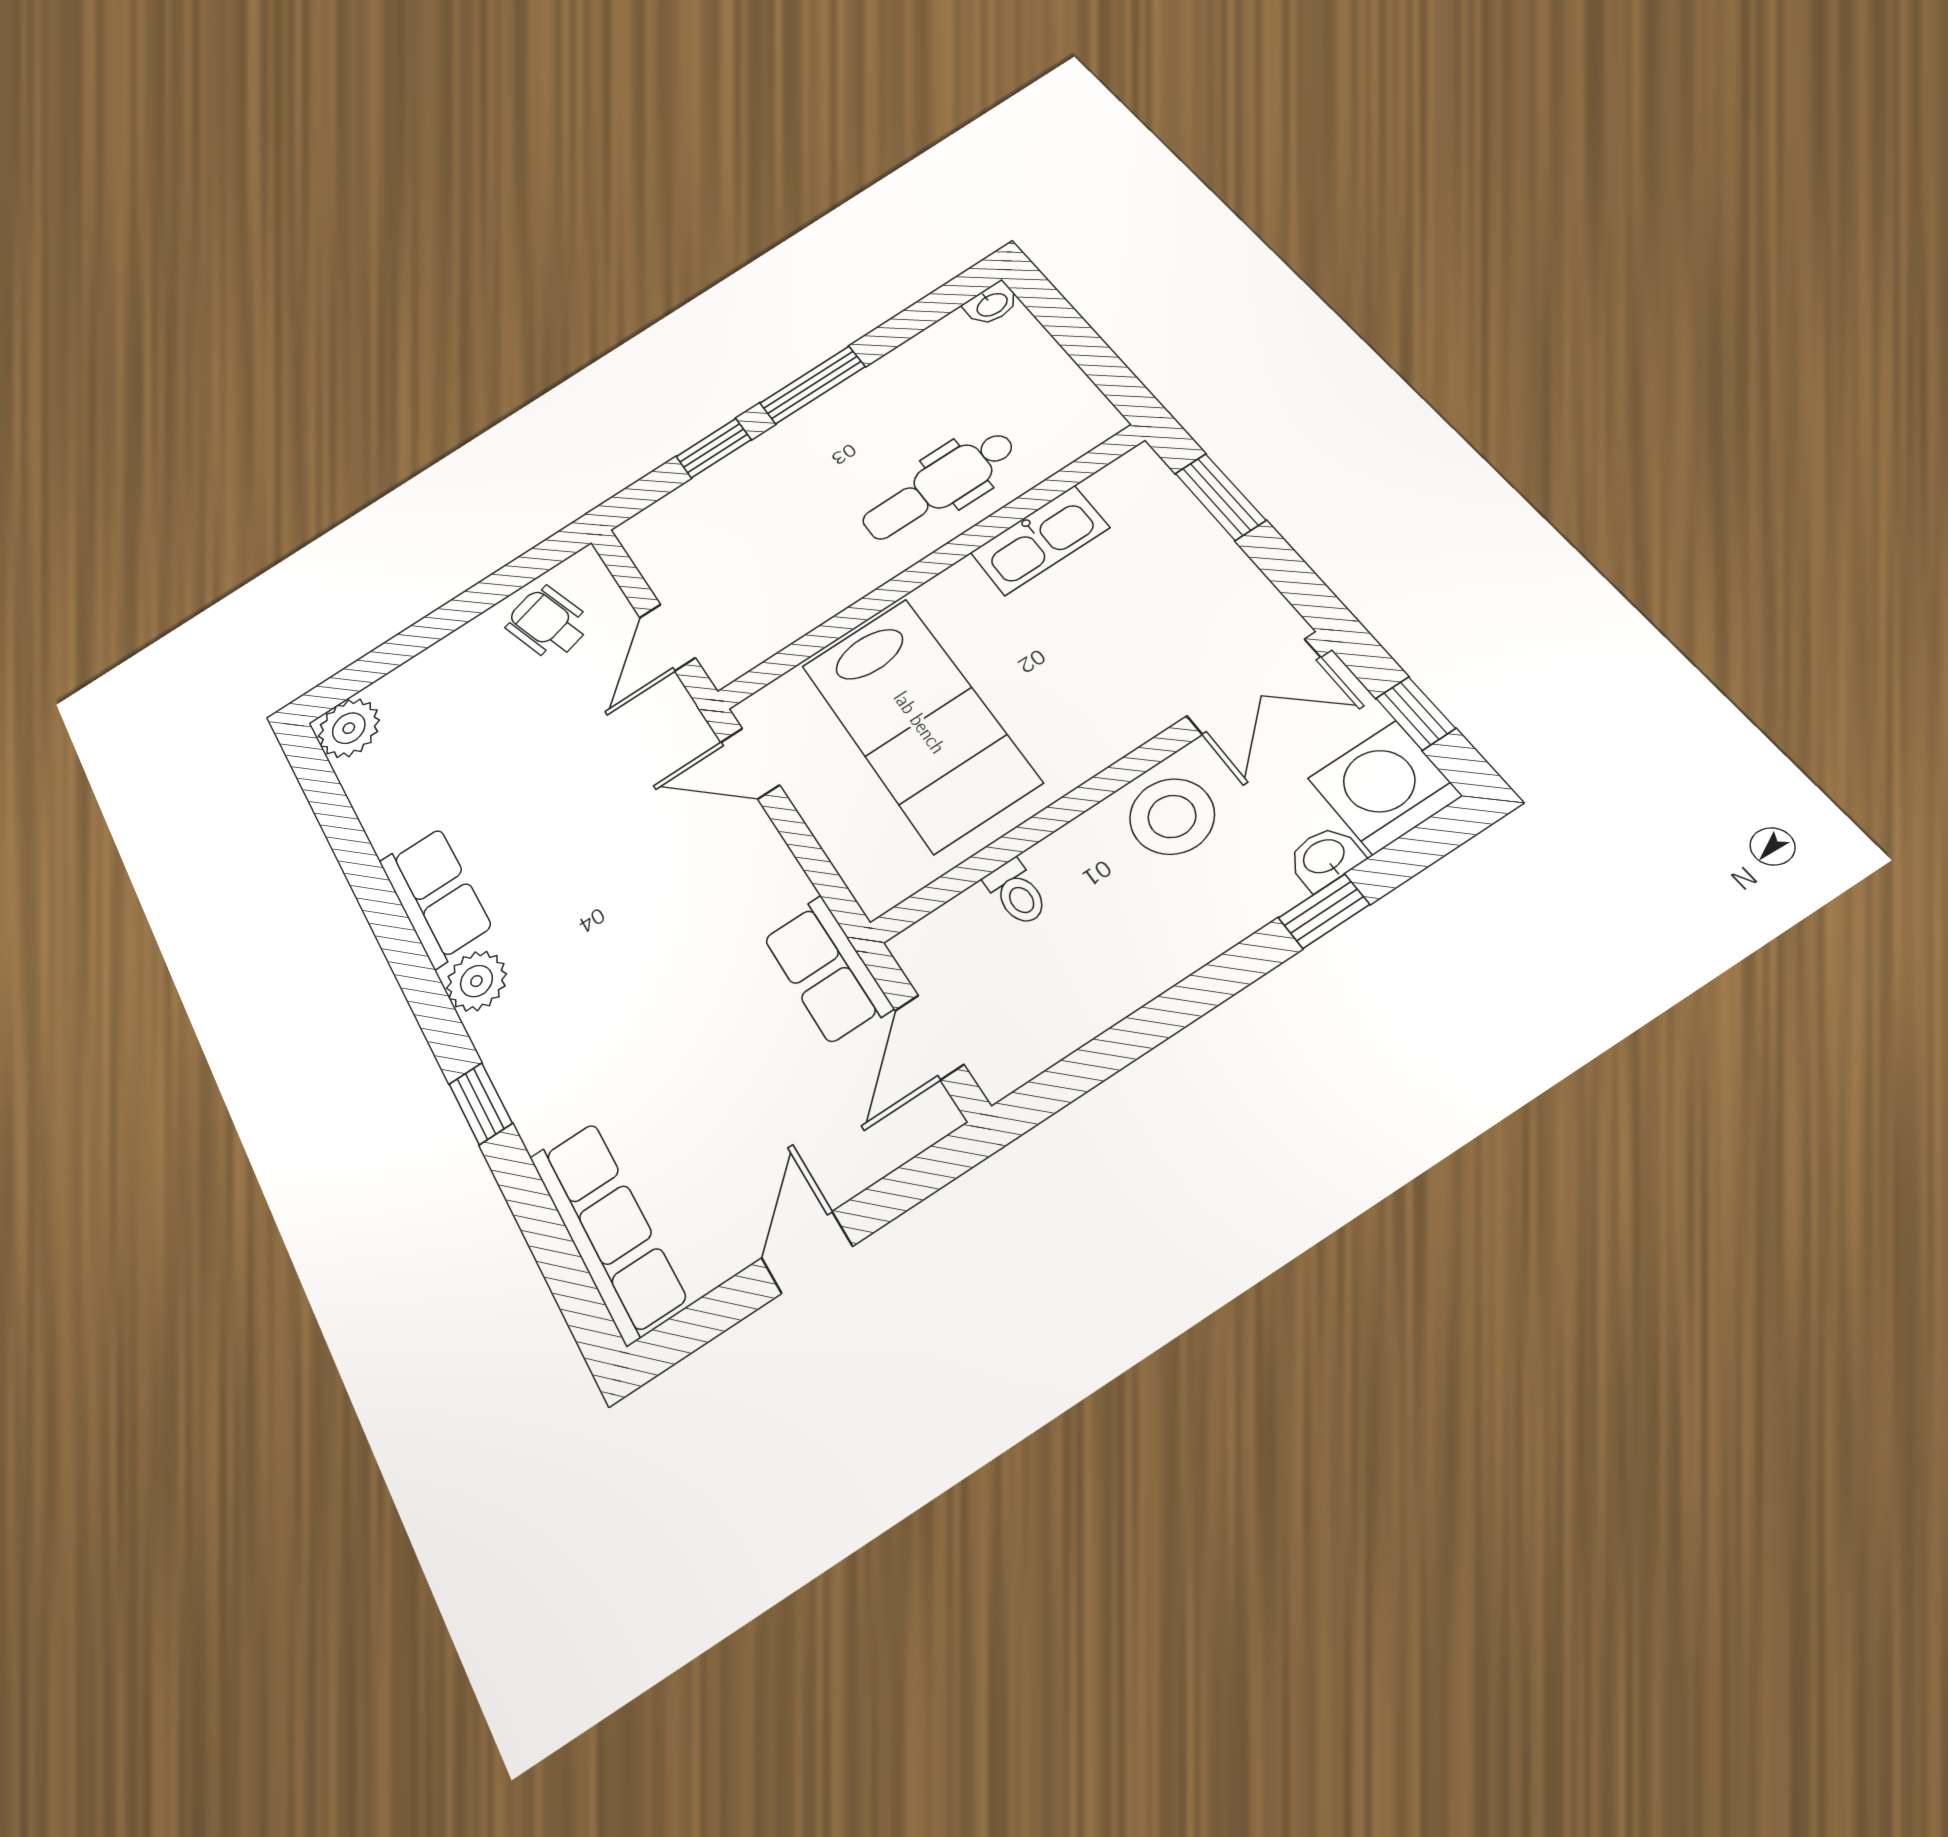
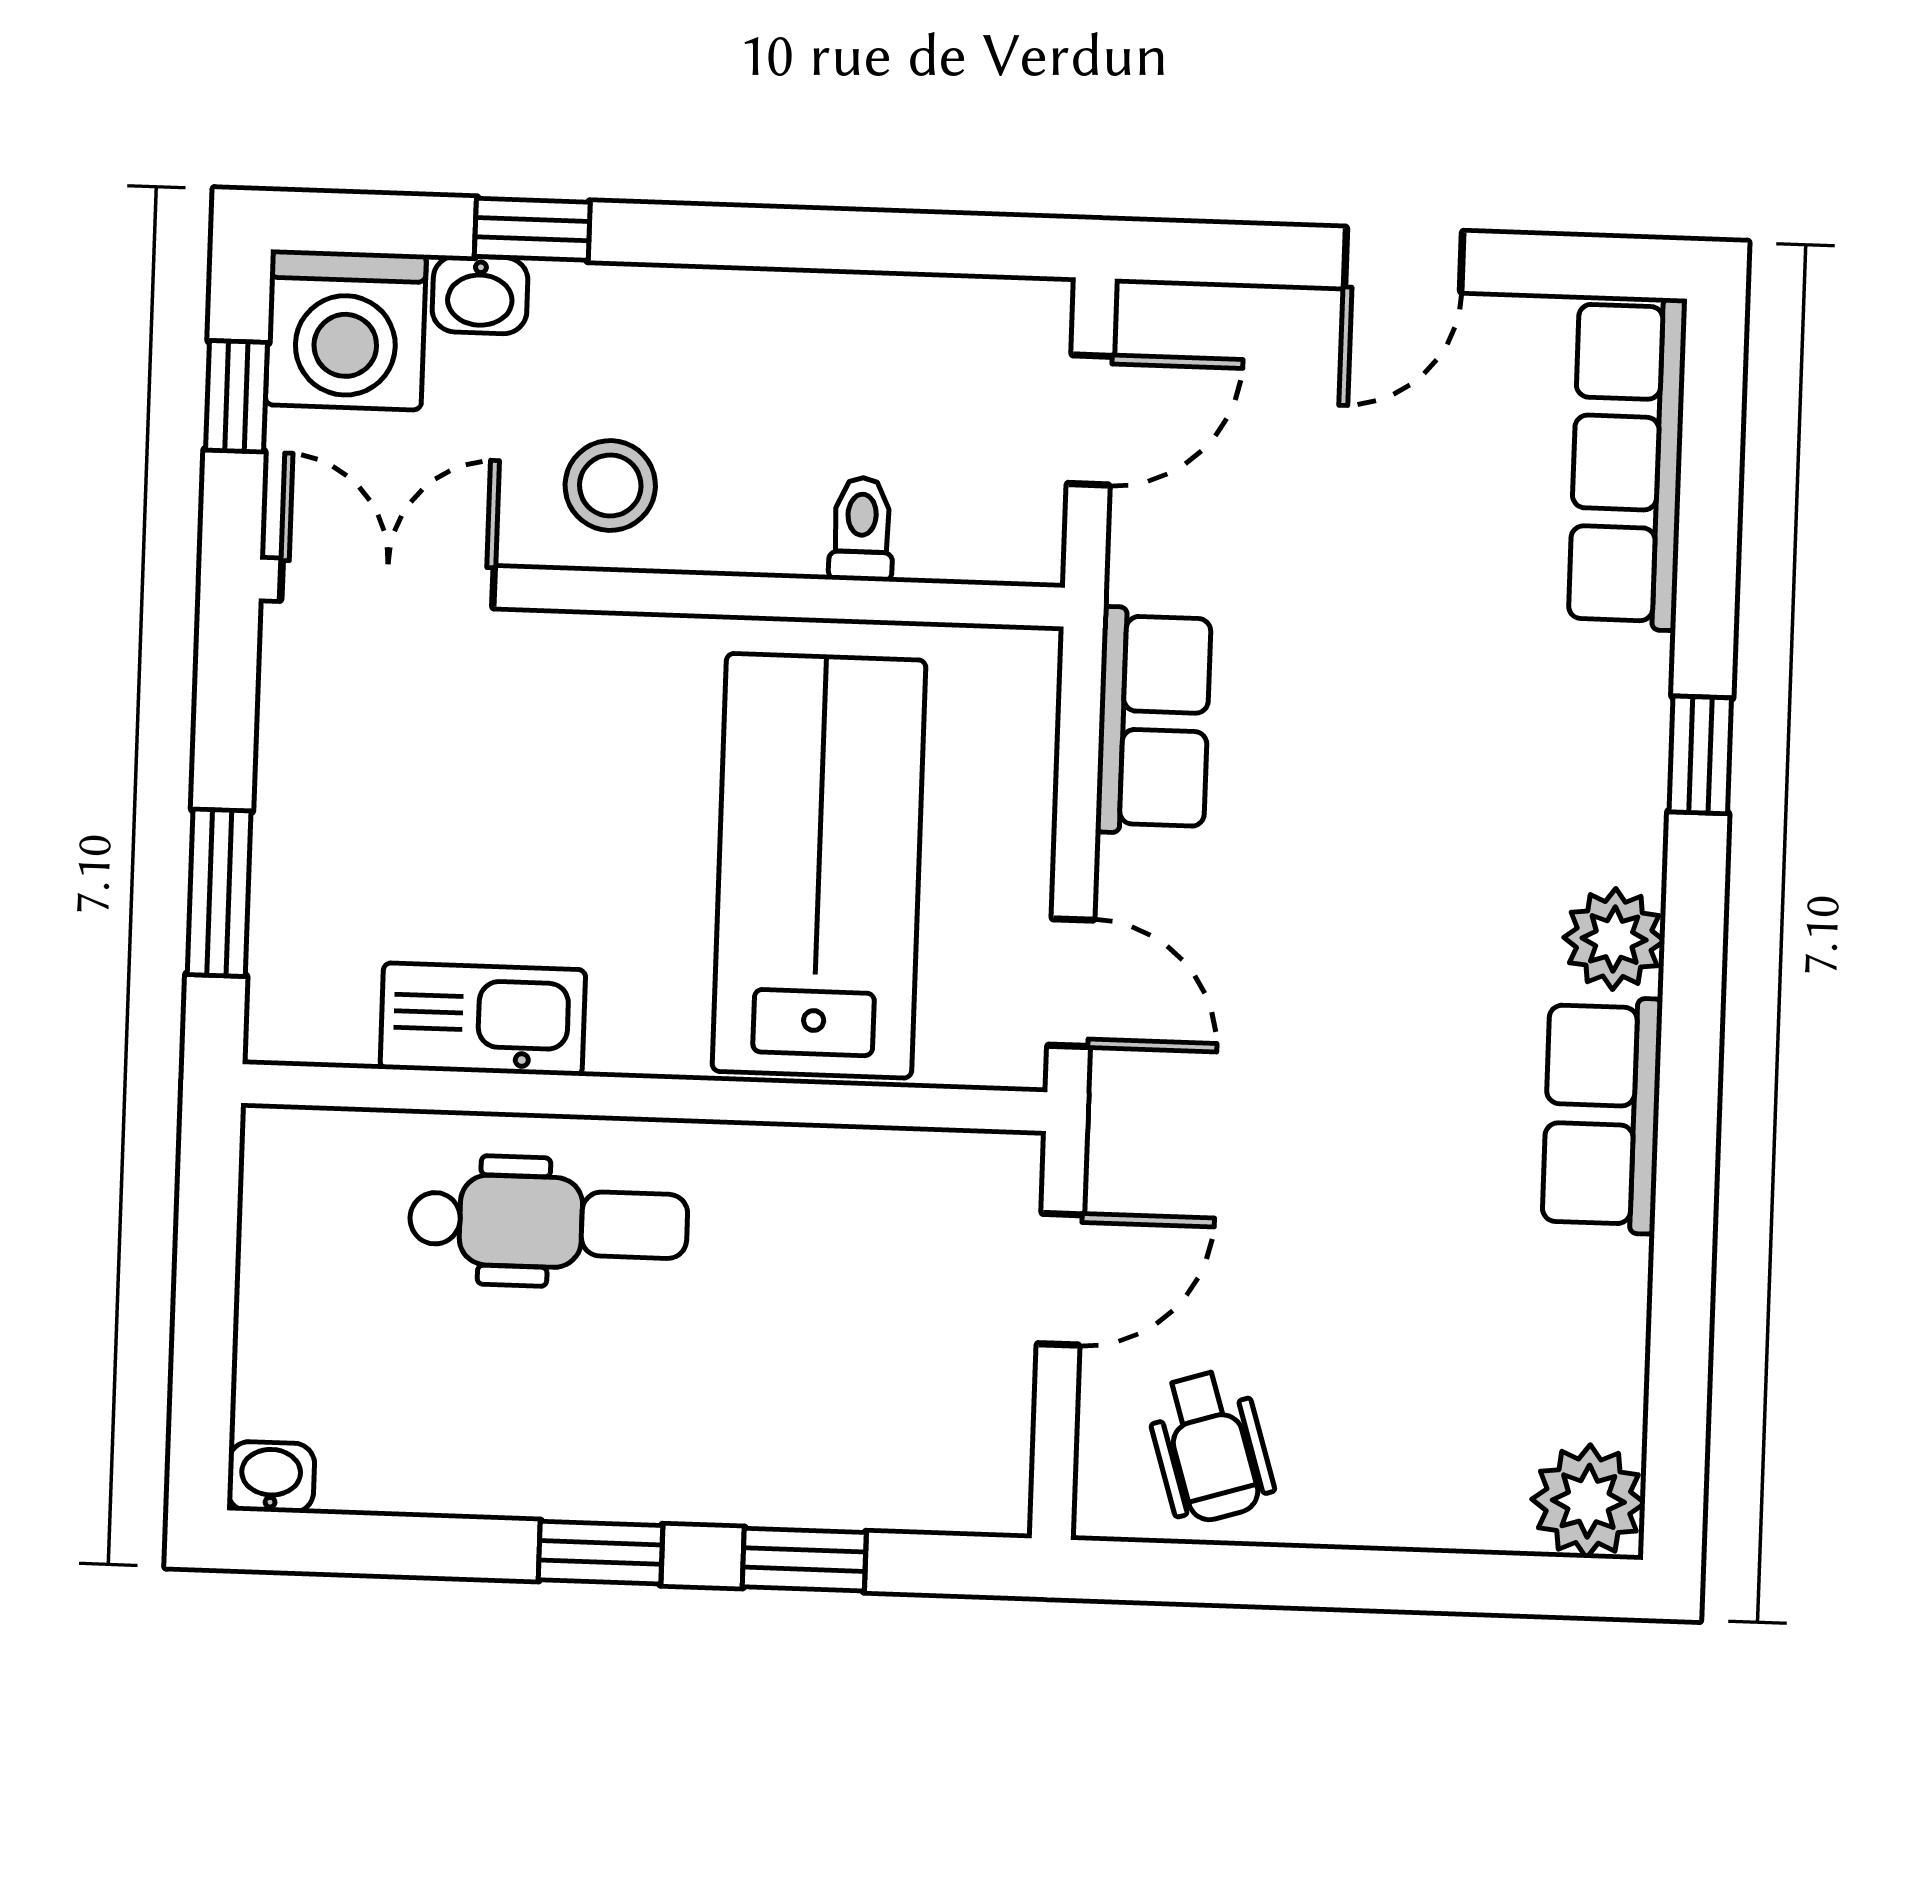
window: (812, 385) -> (601, 1553), width x0.67
stool: (1172, 816) -> (610, 485), width x0.73, depth x0.73
row of seats: (827, 971) -> (1153, 721), moved

